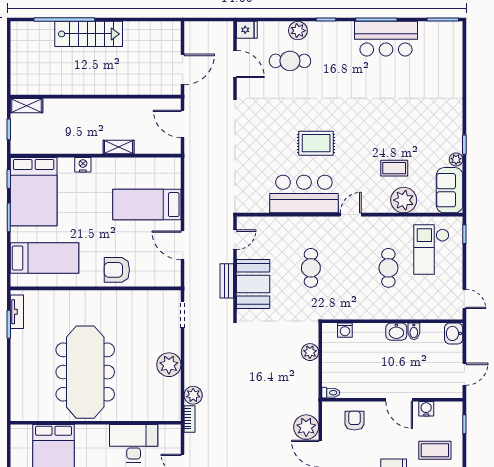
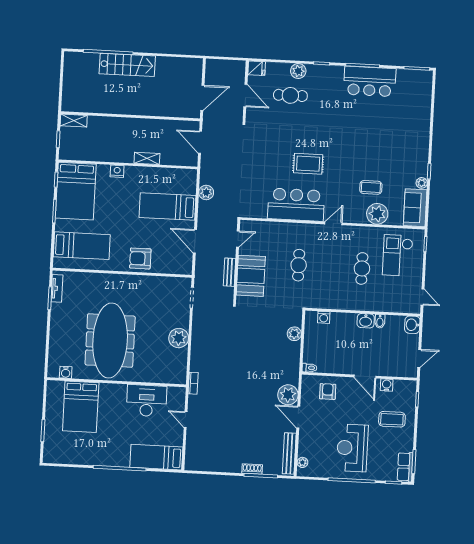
plant: (193, 395) -> (206, 192), moved
water cooler: (33, 414) -> (66, 372), added

